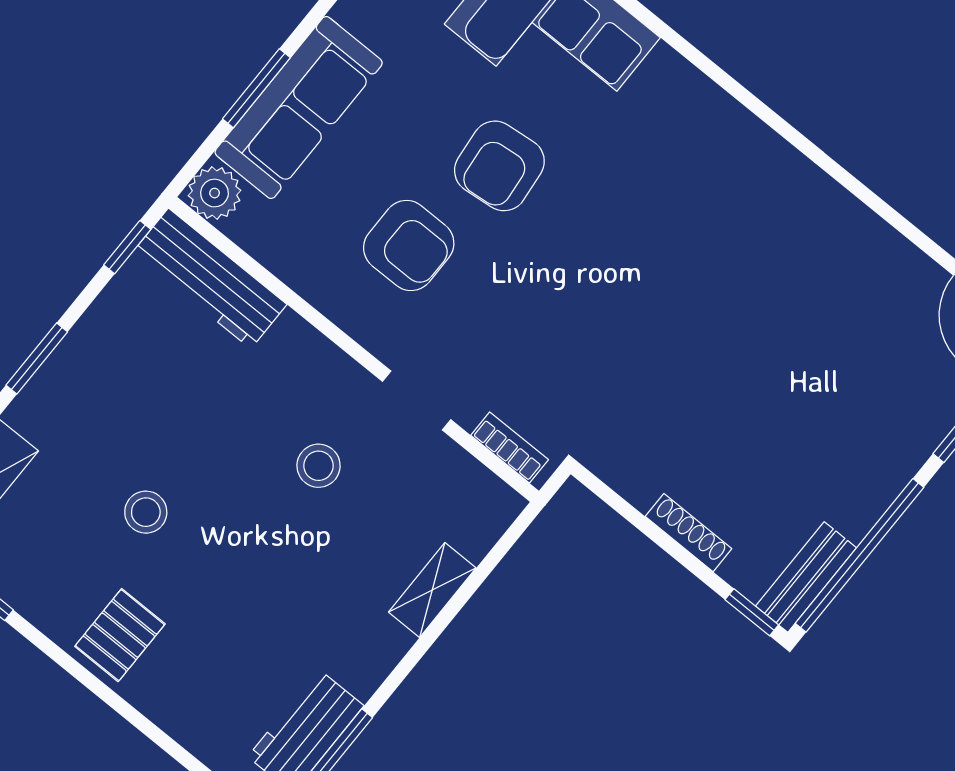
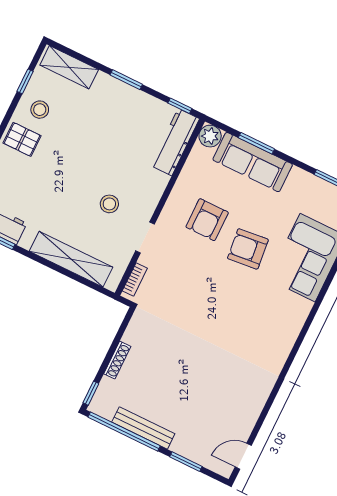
stool: (146, 512) -> (40, 110), moved
bench: (806, 577) -> (143, 428), moved, width x1.36
shelving: (432, 590) -> (71, 259), width x2.20, depth x1.33

